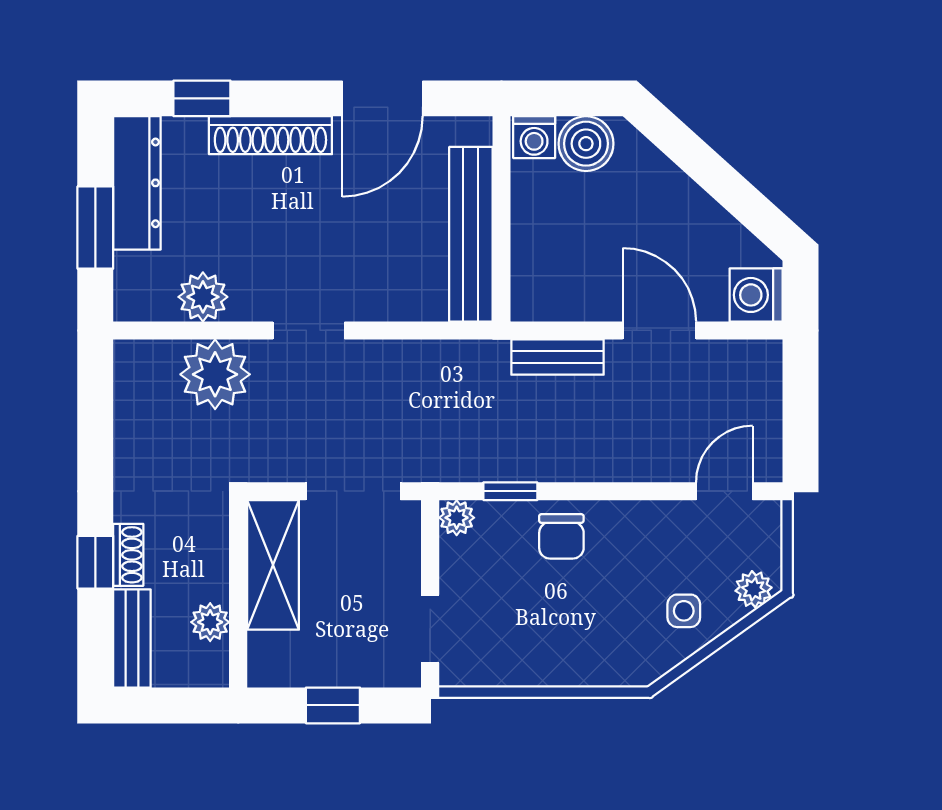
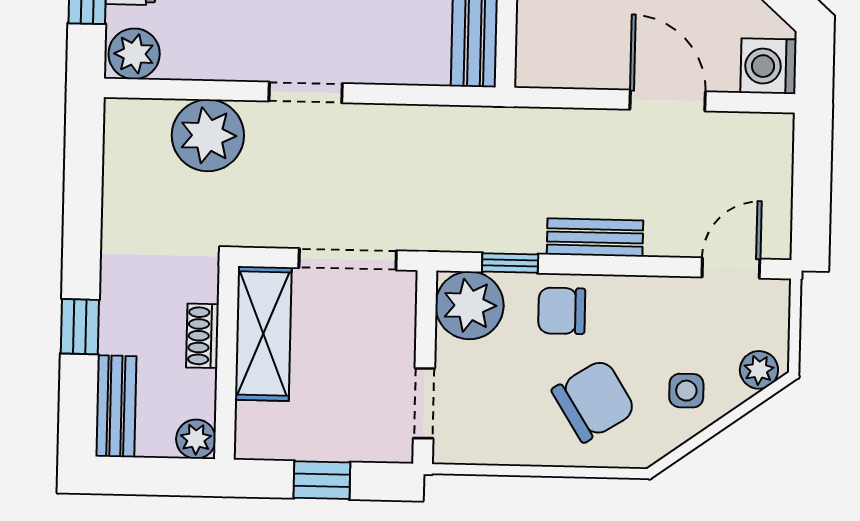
plant: (203, 297) -> (134, 54), moved
bench: (557, 357) -> (595, 237), moved
plant: (457, 518) -> (469, 305), width x1.87, depth x1.87
chair: (561, 536) -> (562, 311), turned 90
shoe rack: (128, 555) -> (202, 336), moved, turned 180
plant: (210, 622) -> (196, 439), moved
chair: (594, 623) -> (594, 401), added

